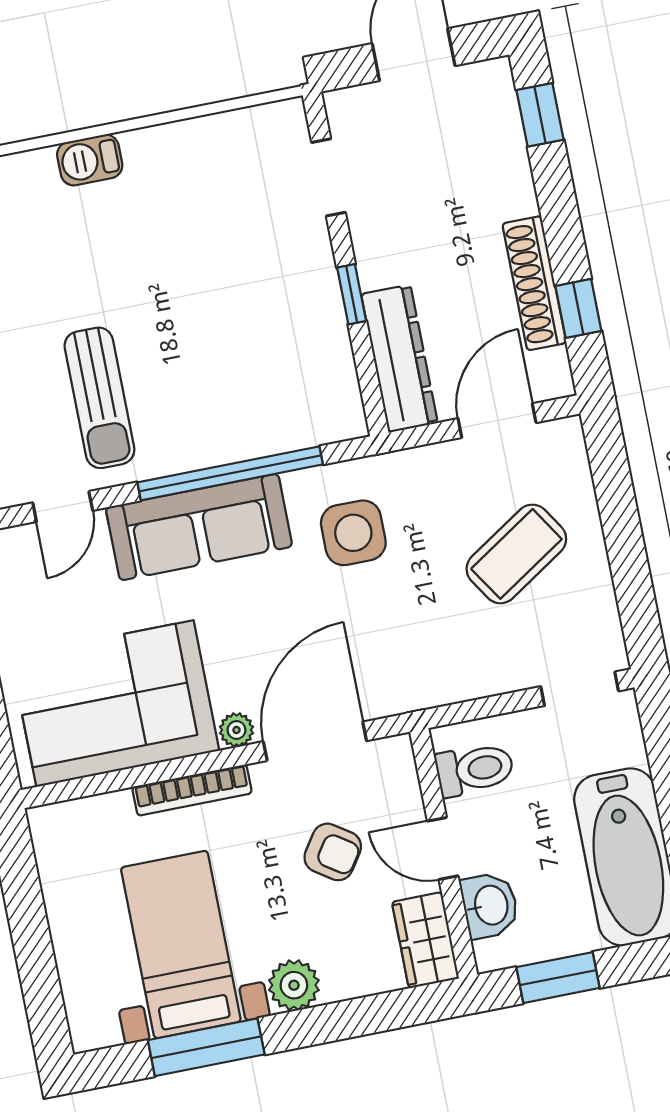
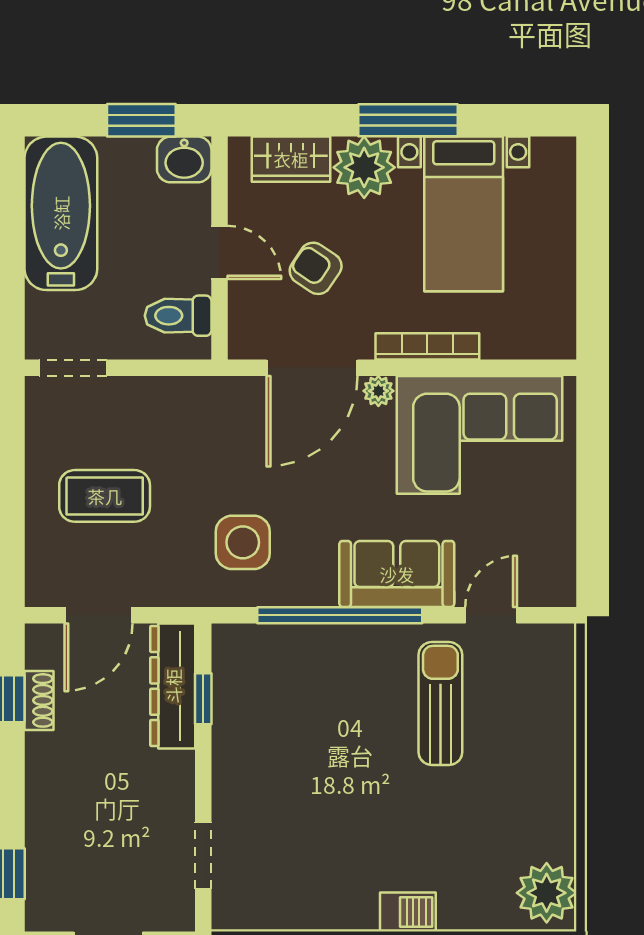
shoe rack: (534, 283) -> (39, 700), width x0.51, depth x0.81
window: (352, 294) -> (203, 699), moved
sofa: (199, 527) -> (397, 574), width x0.73
coffee table: (516, 554) -> (105, 496), turned 33
washbasin: (490, 905) -> (184, 159), moved, turned -90
wardrobe: (425, 940) -> (291, 159), moved, turned 90
plant: (294, 985) -> (364, 167), width x1.36, depth x1.36
window: (206, 1047) -> (408, 120), moved

